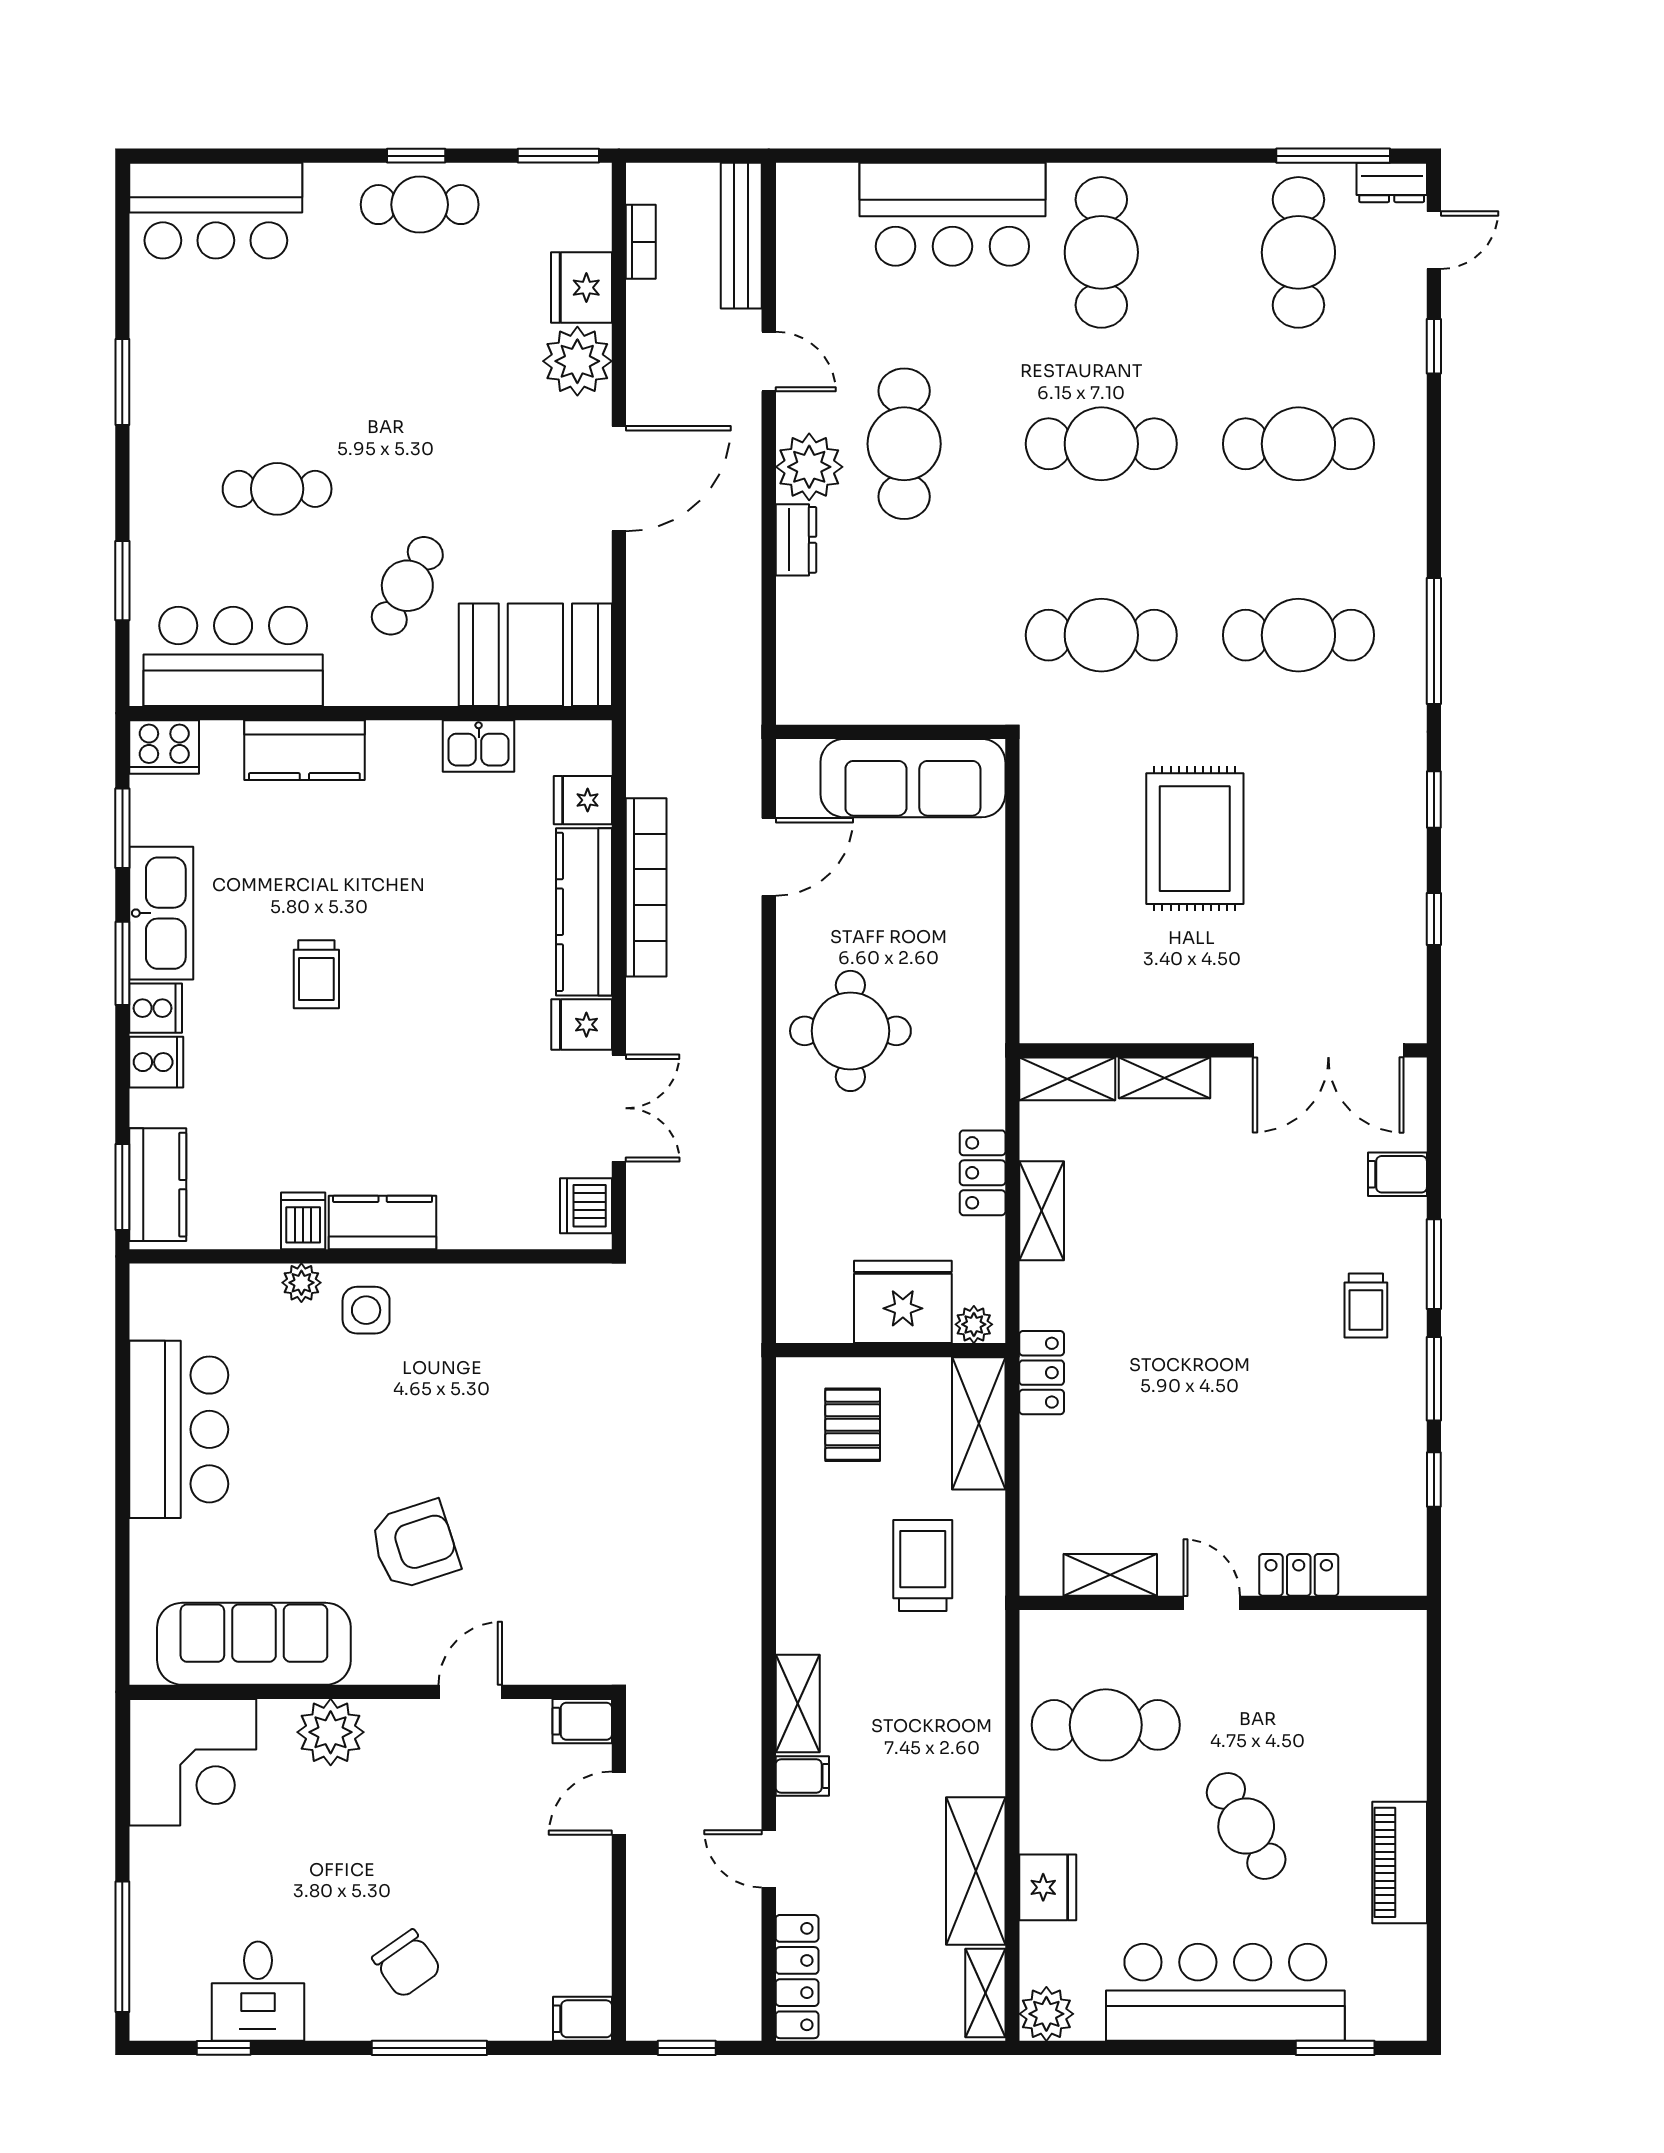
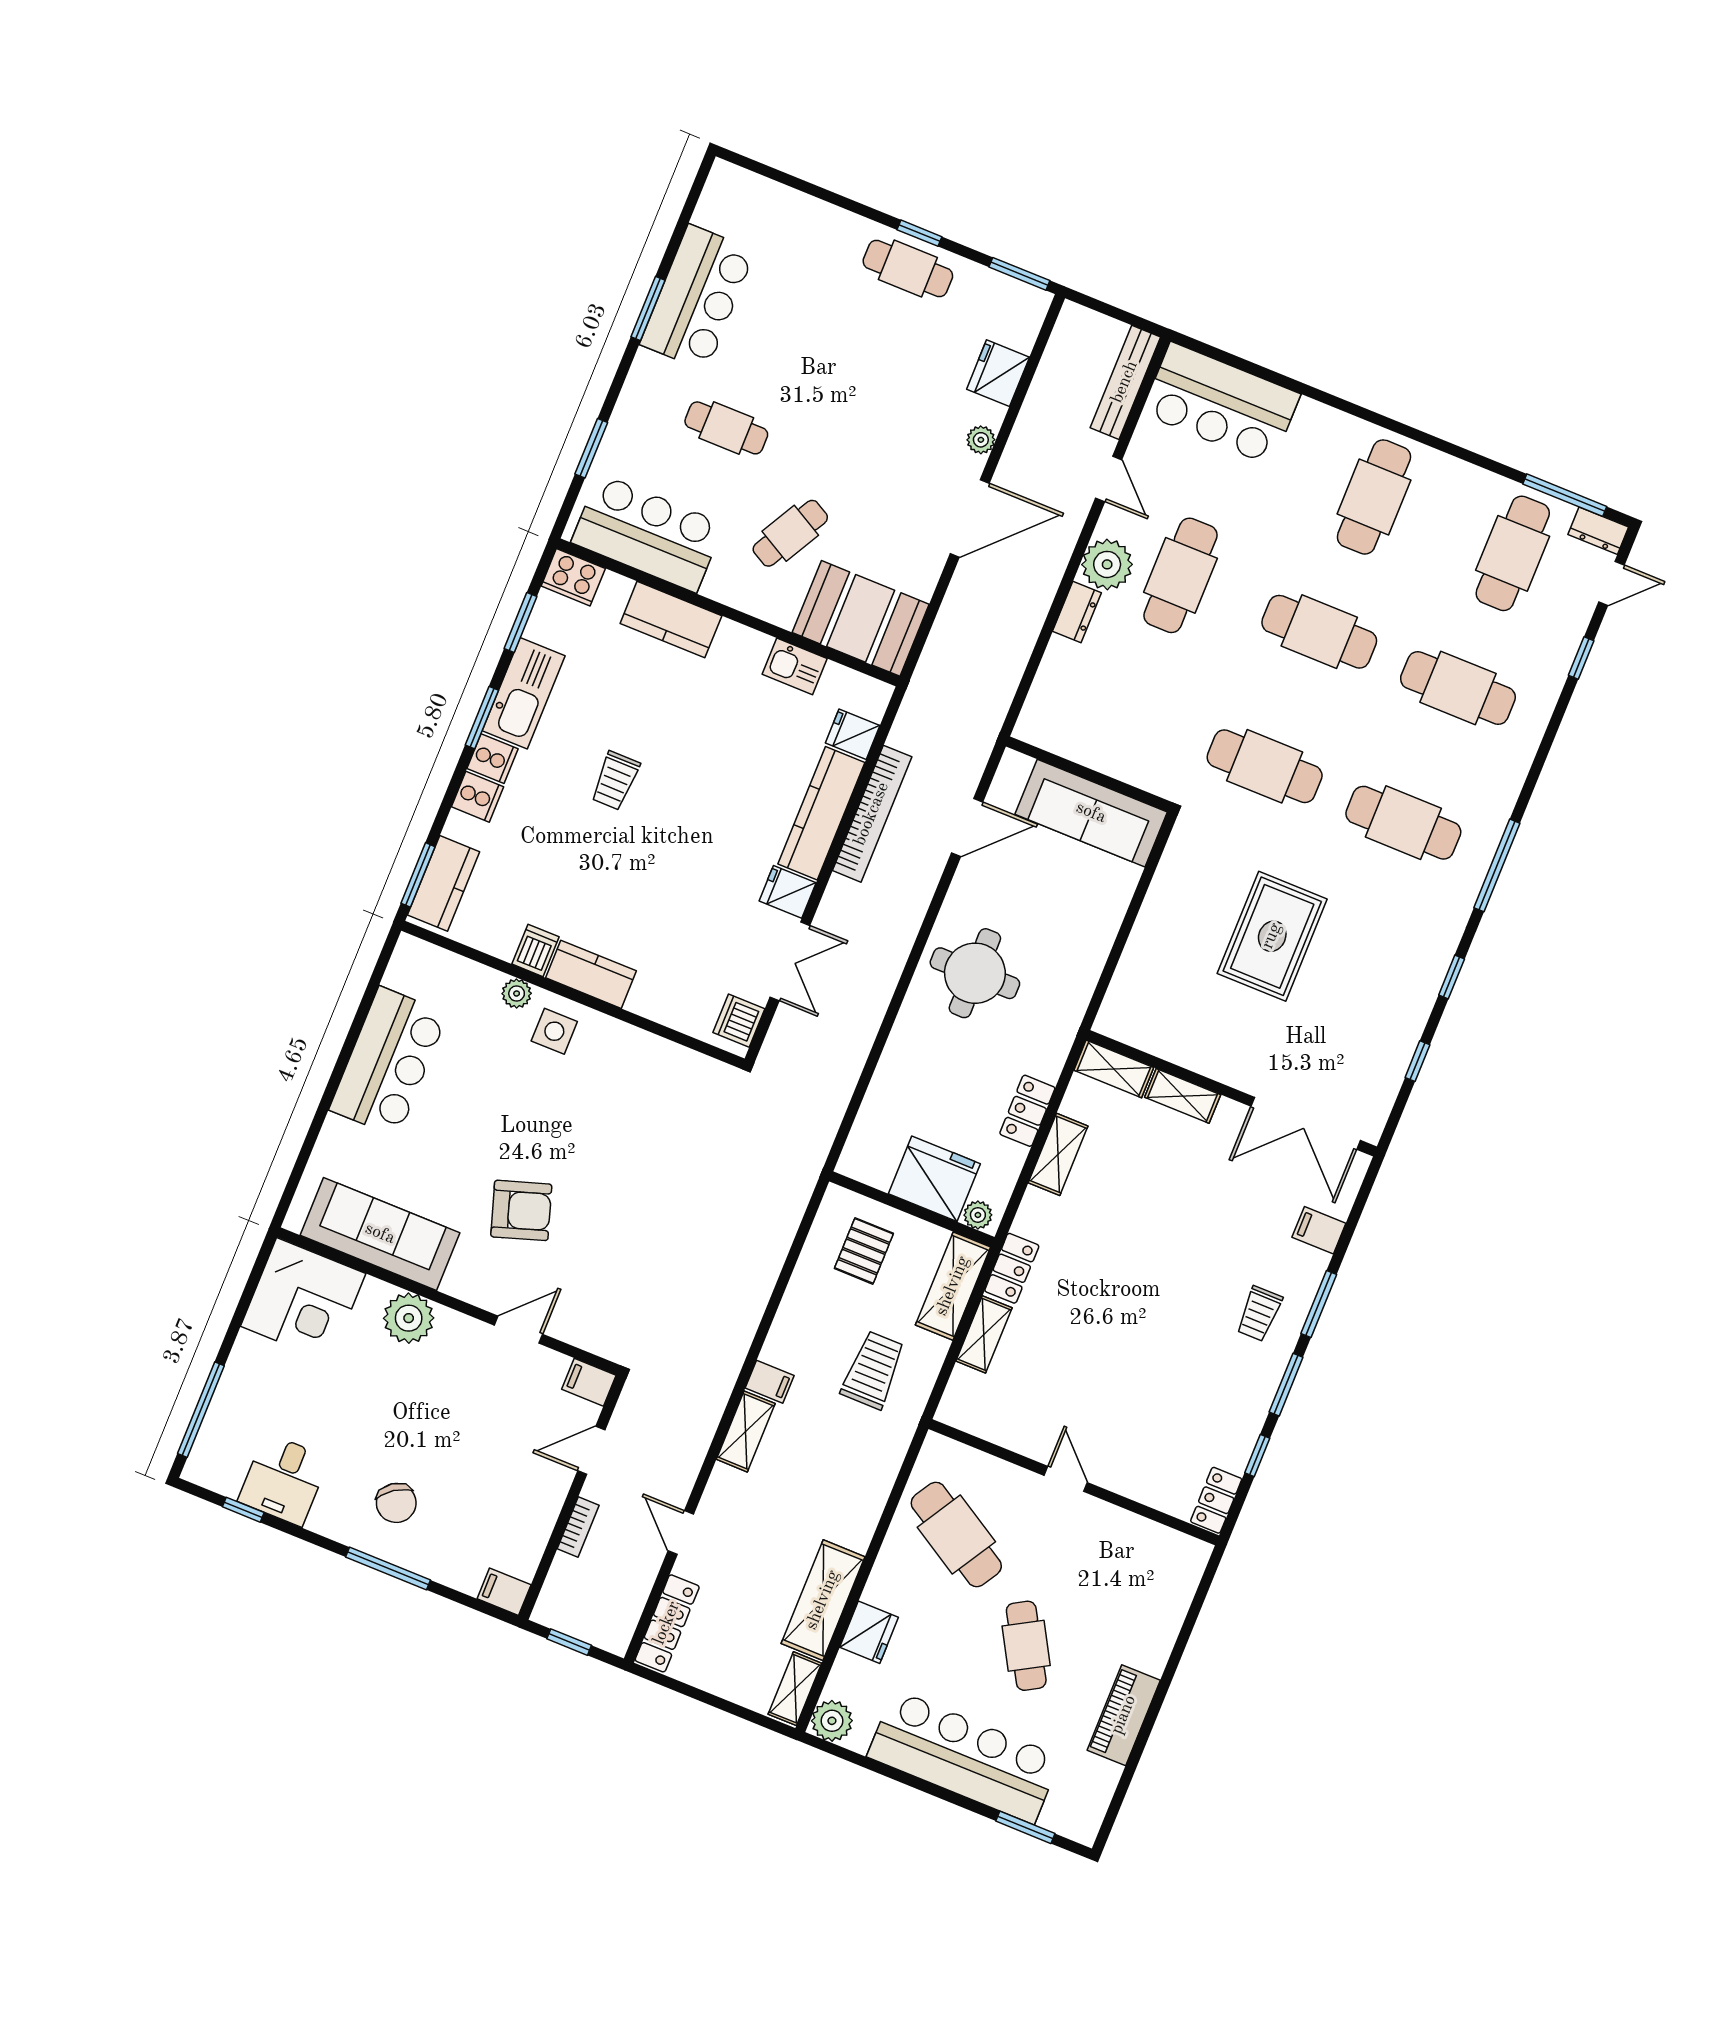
bar counter: (216, 211) -> (698, 298), moved, turned -90
bar counter: (952, 214) -> (1221, 404), moved
bookcase: (641, 242) -> (578, 1527), moved
plant: (577, 361) -> (981, 440), width x0.53, depth x0.53
shelving: (1110, 1575) -> (984, 1334), moved, turned 90
locker: (1299, 1575) -> (1216, 1500), moved, turned -90
cafe table: (1106, 1725) -> (956, 1535), turned 31
filing cabinet: (802, 1776) -> (770, 1382), moved

